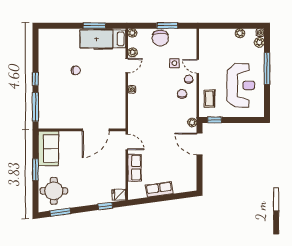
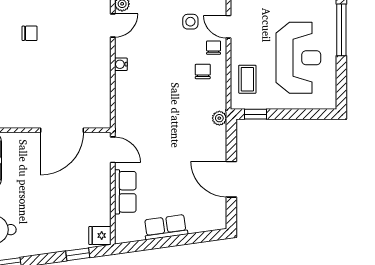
door: (200, 144) -> (231, 179), moved

